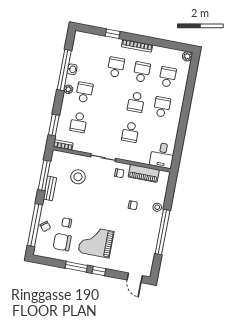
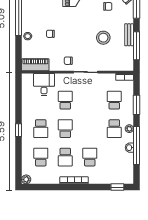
window: (113, 34) -> (117, 187), moved
school desk: (116, 67) -> (90, 157), turned 180
school desk: (168, 77) -> (41, 157), turned 180
window: (186, 110) -> (19, 130), added
window: (54, 125) -> (136, 105), moved
desk: (162, 155) -> (44, 85), moved
piano: (144, 173) -> (35, 65), moved
stool: (78, 177) -> (103, 38), moved

